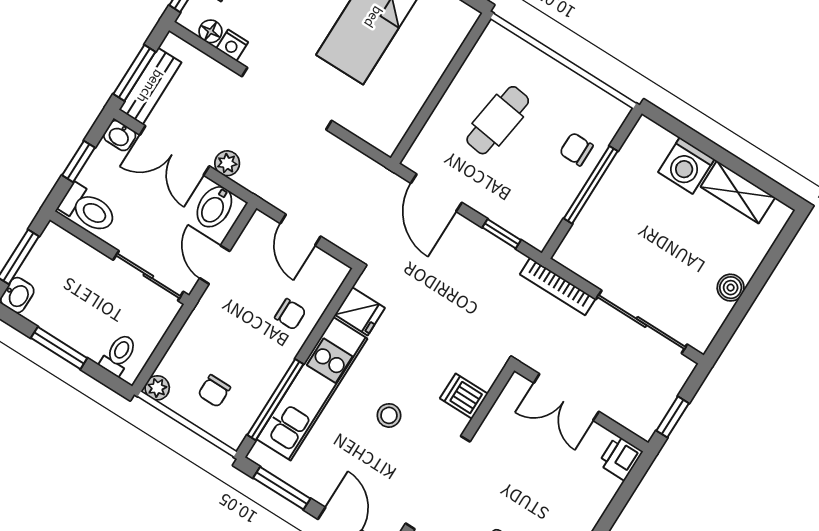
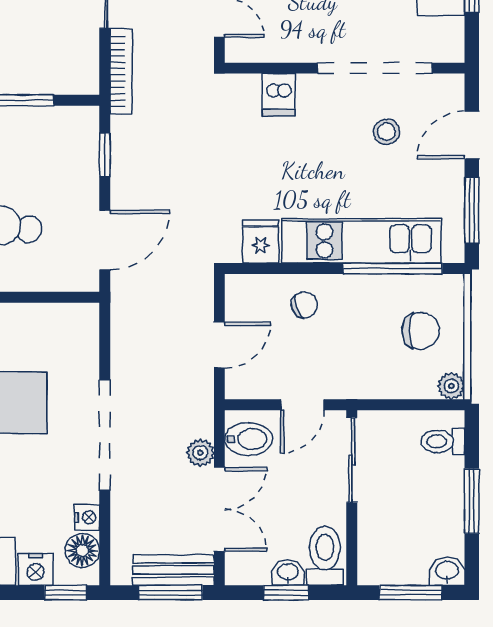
floor lamp: (210, 31) -> (82, 551), width x1.37, depth x1.37
washbasin: (120, 136) -> (288, 573), moved, turned -90
chair: (290, 314) -> (304, 305), turned 72
chair: (214, 391) -> (421, 331), width x1.37, depth x1.37
stool: (389, 415) -> (387, 132), moved

